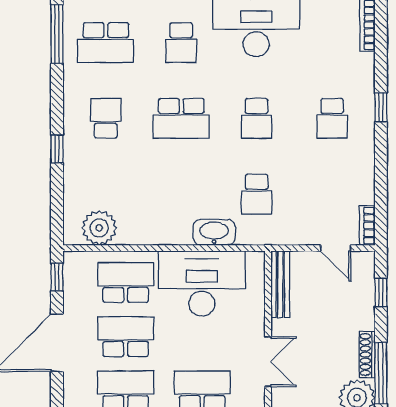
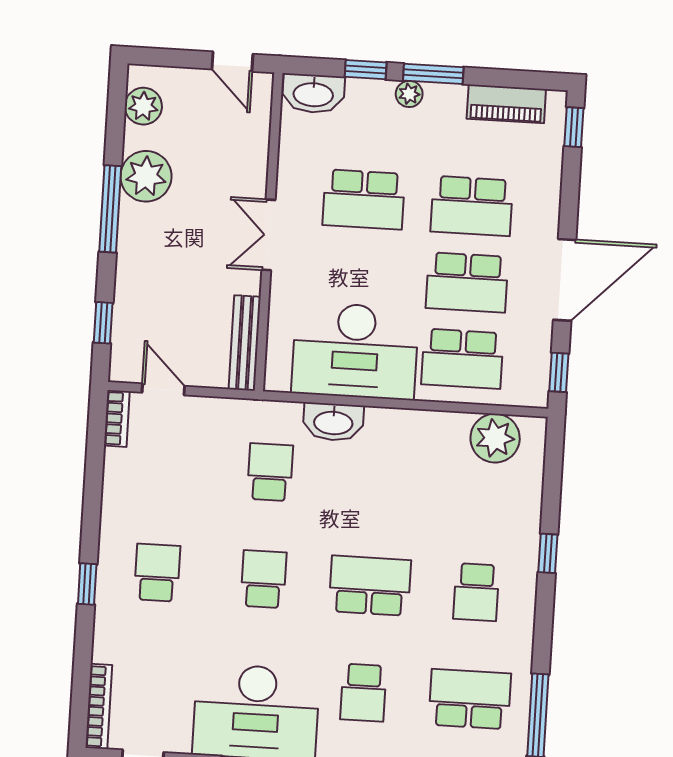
school desk: (181, 43) -> (363, 693), turned 180
shoe rack: (367, 355) -> (128, 236), removed

